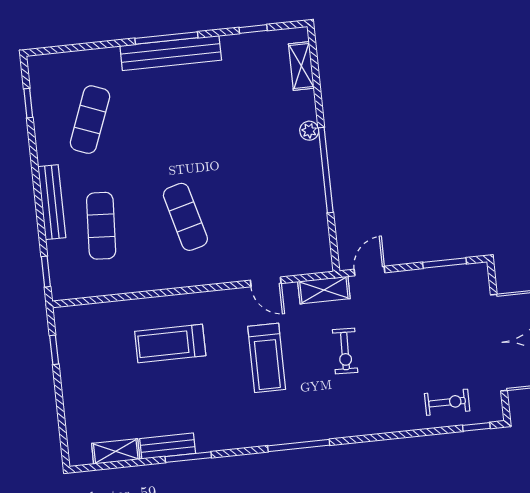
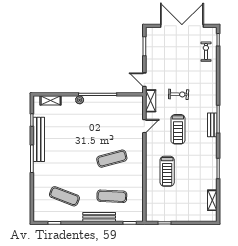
bench: (171, 53) -> (39, 139), moved
treadmill: (267, 358) -> (178, 129), turned 90
bench: (168, 446) -> (212, 125), moved

